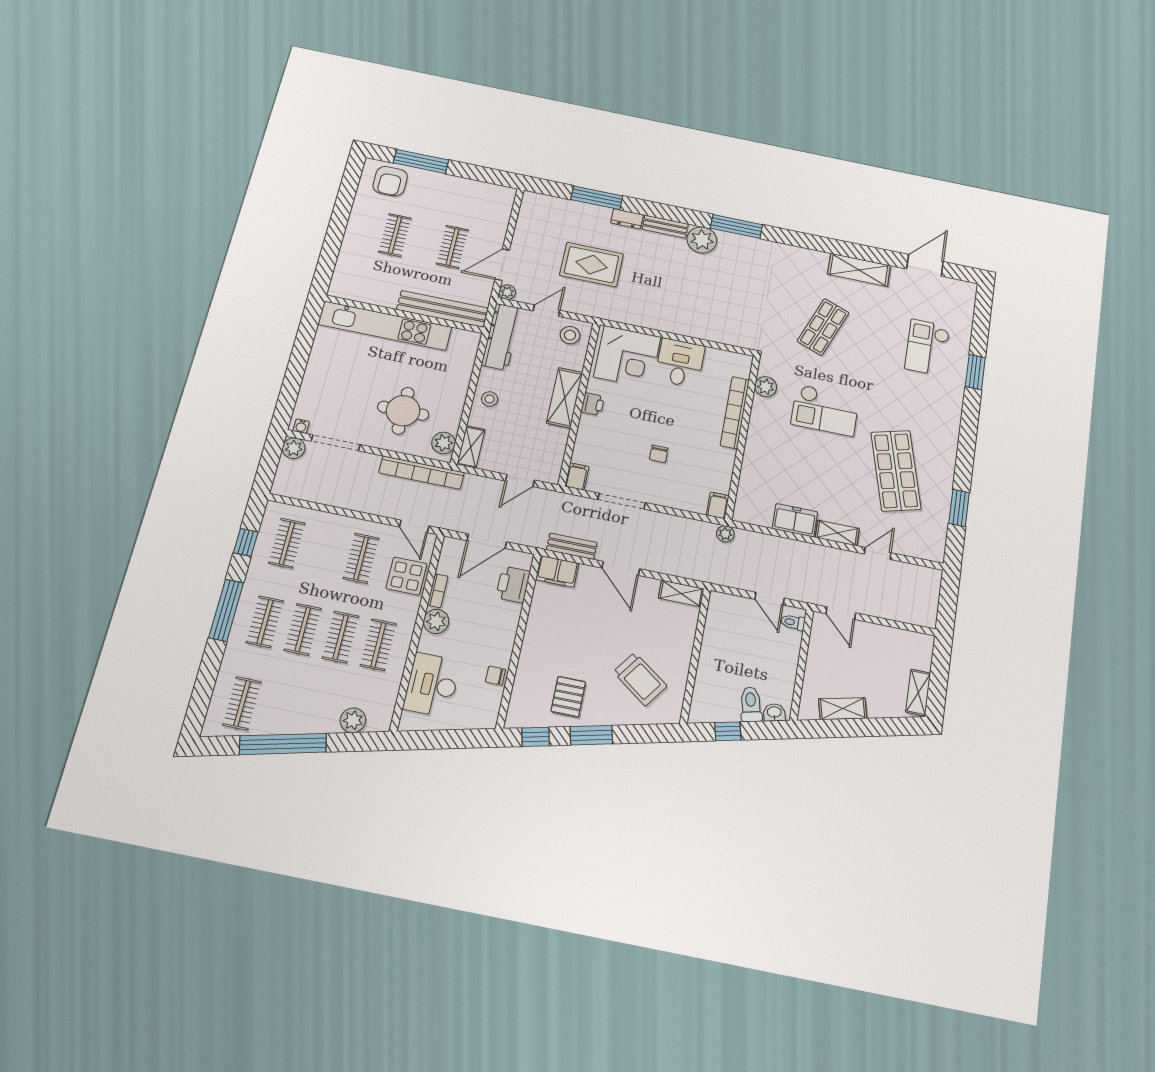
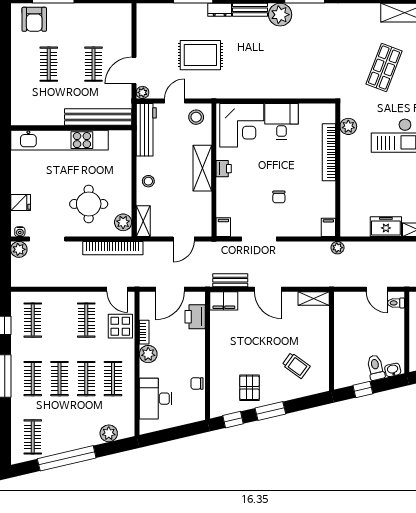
fridge: (312, 390) -> (21, 203), added
trolley: (640, 679) -> (296, 366), width x0.73, depth x0.72

